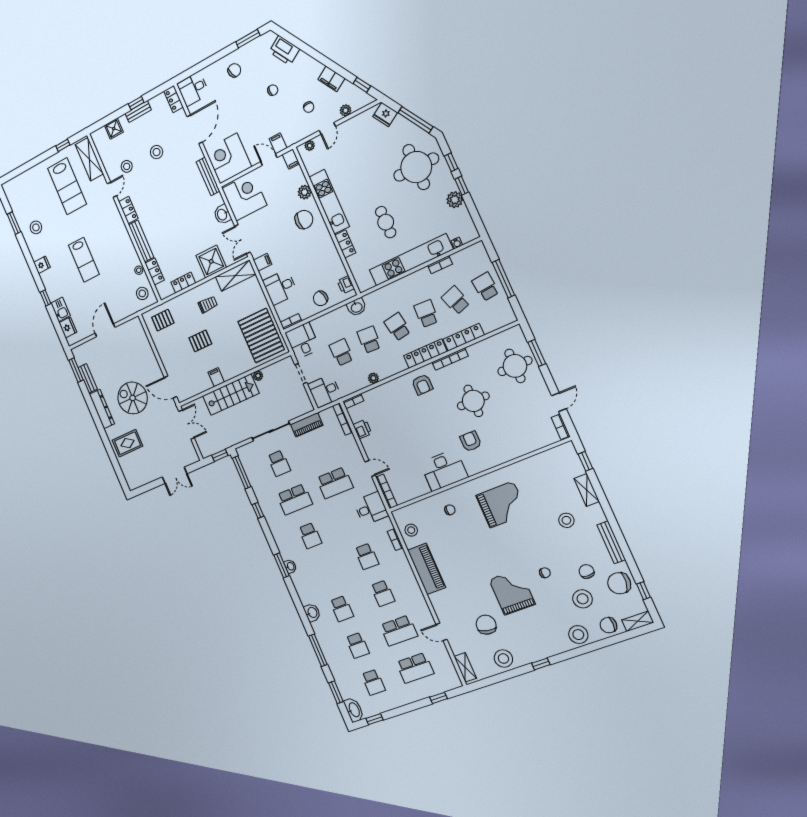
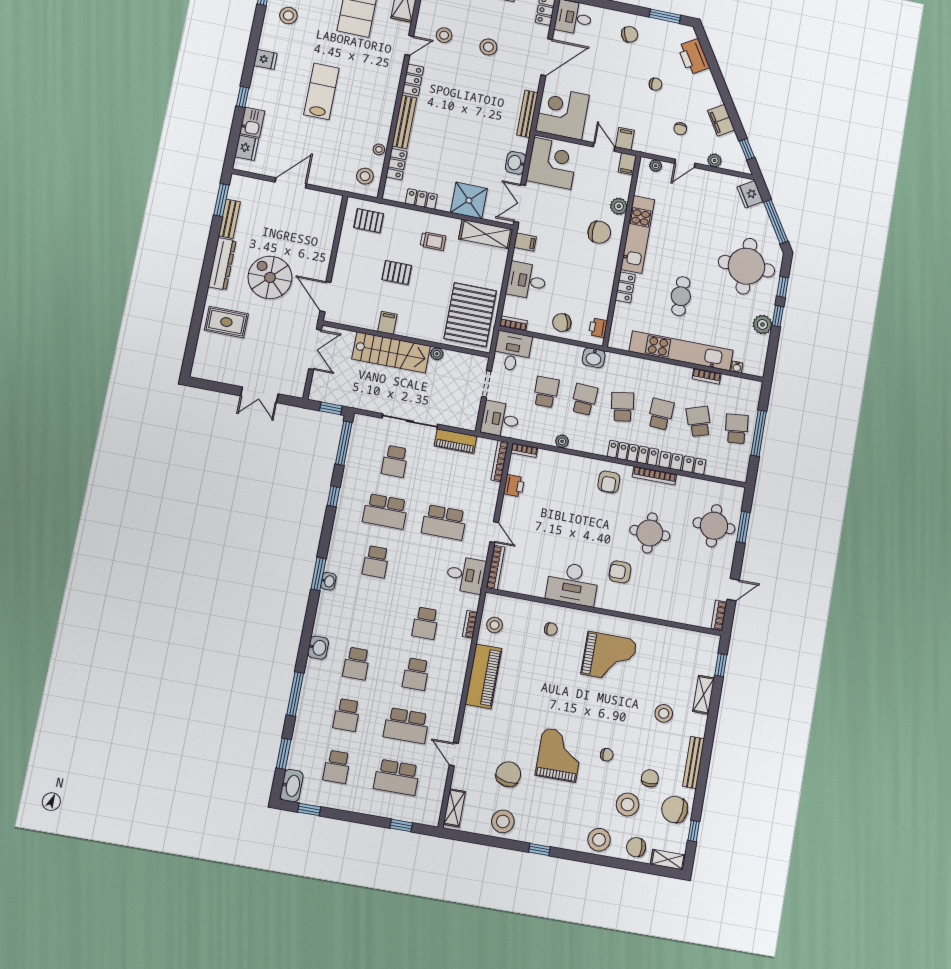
lab bench: (84, 260) -> (321, 91), turned 180
armchair: (471, 441) -> (620, 572), turned -90

